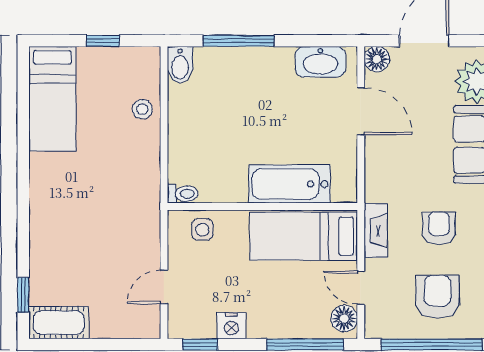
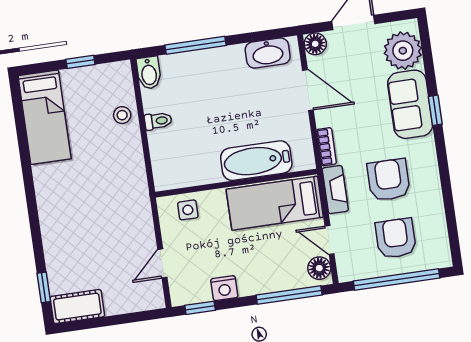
bookcase: (373, 180) -> (326, 147), added
toilet: (183, 194) -> (158, 121), moved
armchair: (439, 228) -> (389, 180), width x1.38, depth x1.38

